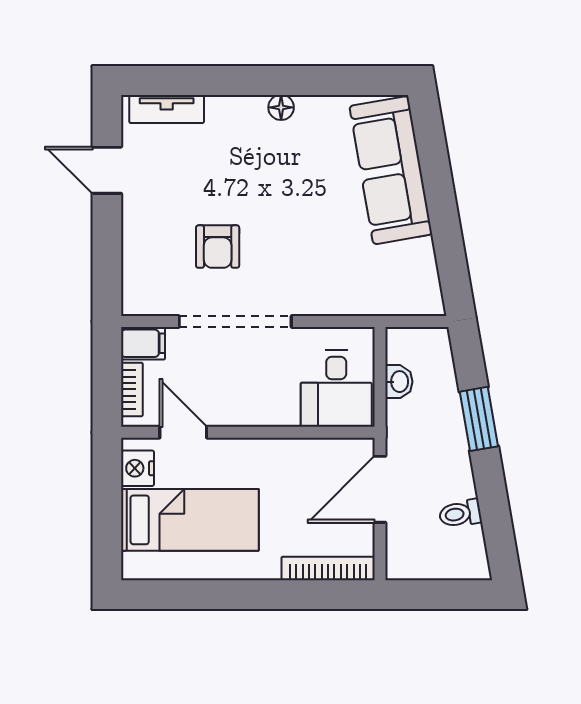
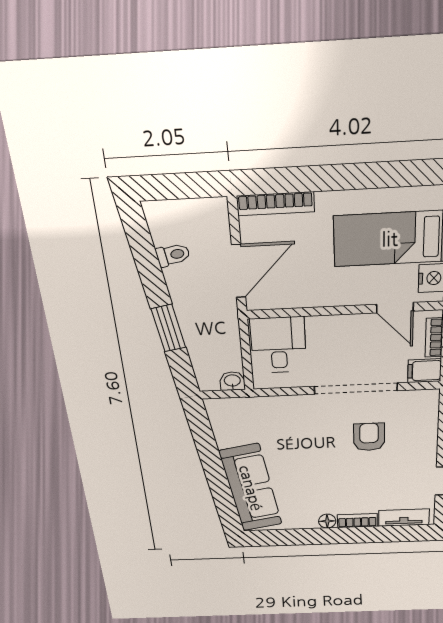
bookcase: (236, 107) -> (357, 521), added
washbasin: (399, 382) -> (232, 381), moved, turned 90

